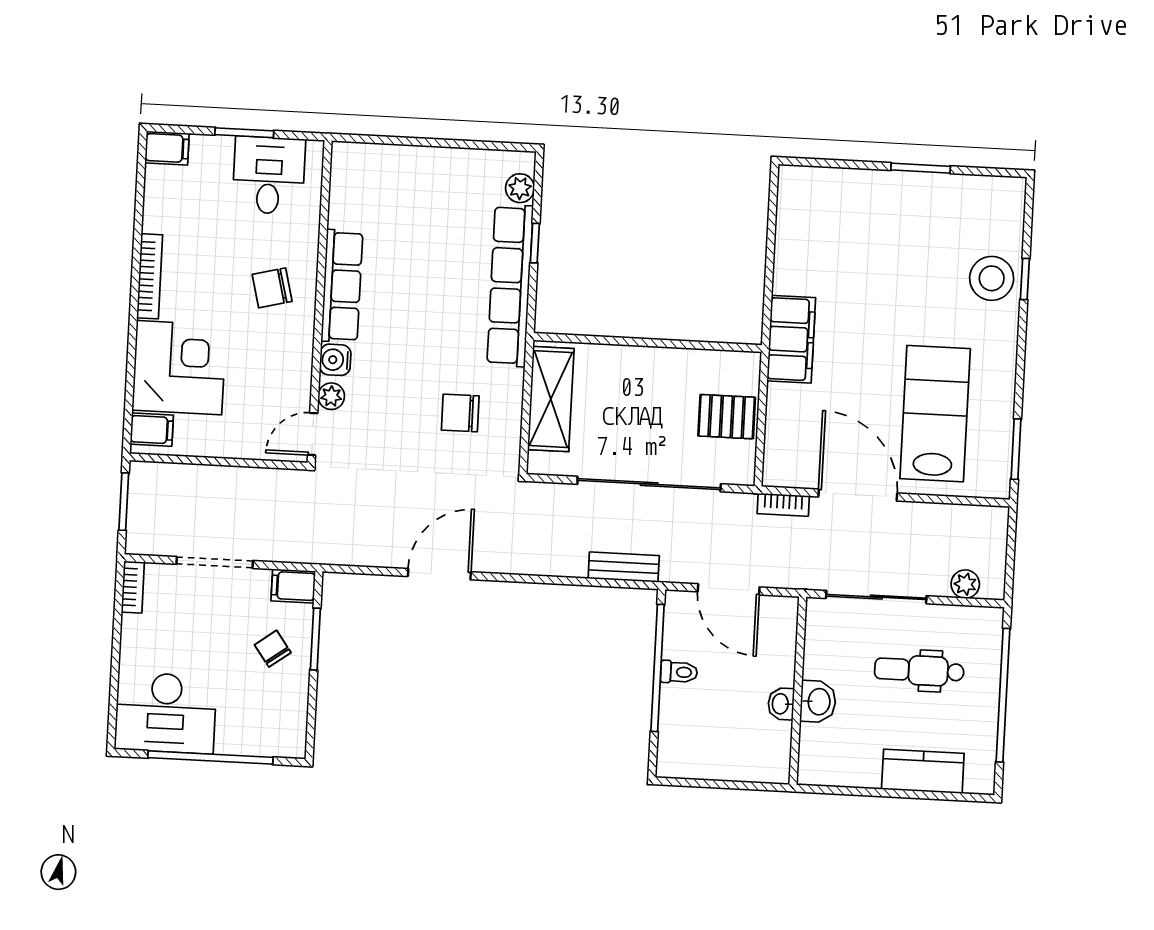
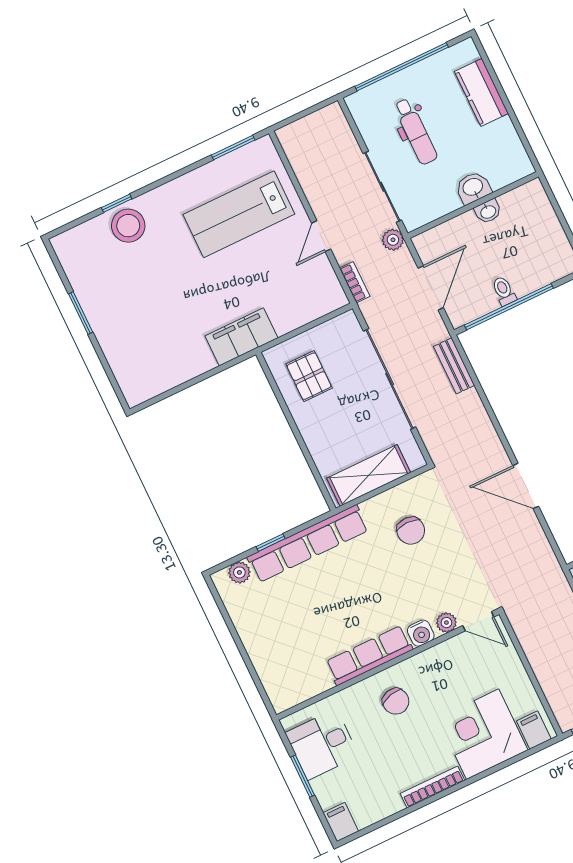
pallet: (727, 417) -> (309, 376), moved
door: (858, 495) -> (321, 236), width x0.53
plant: (965, 584) -> (393, 240), moved

